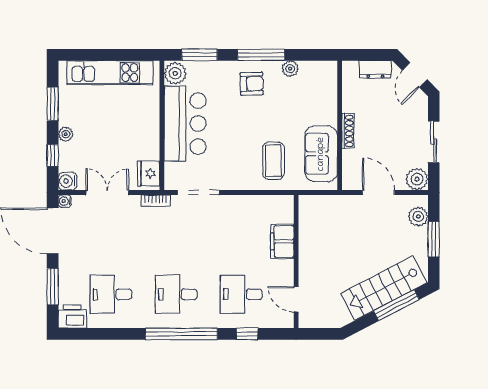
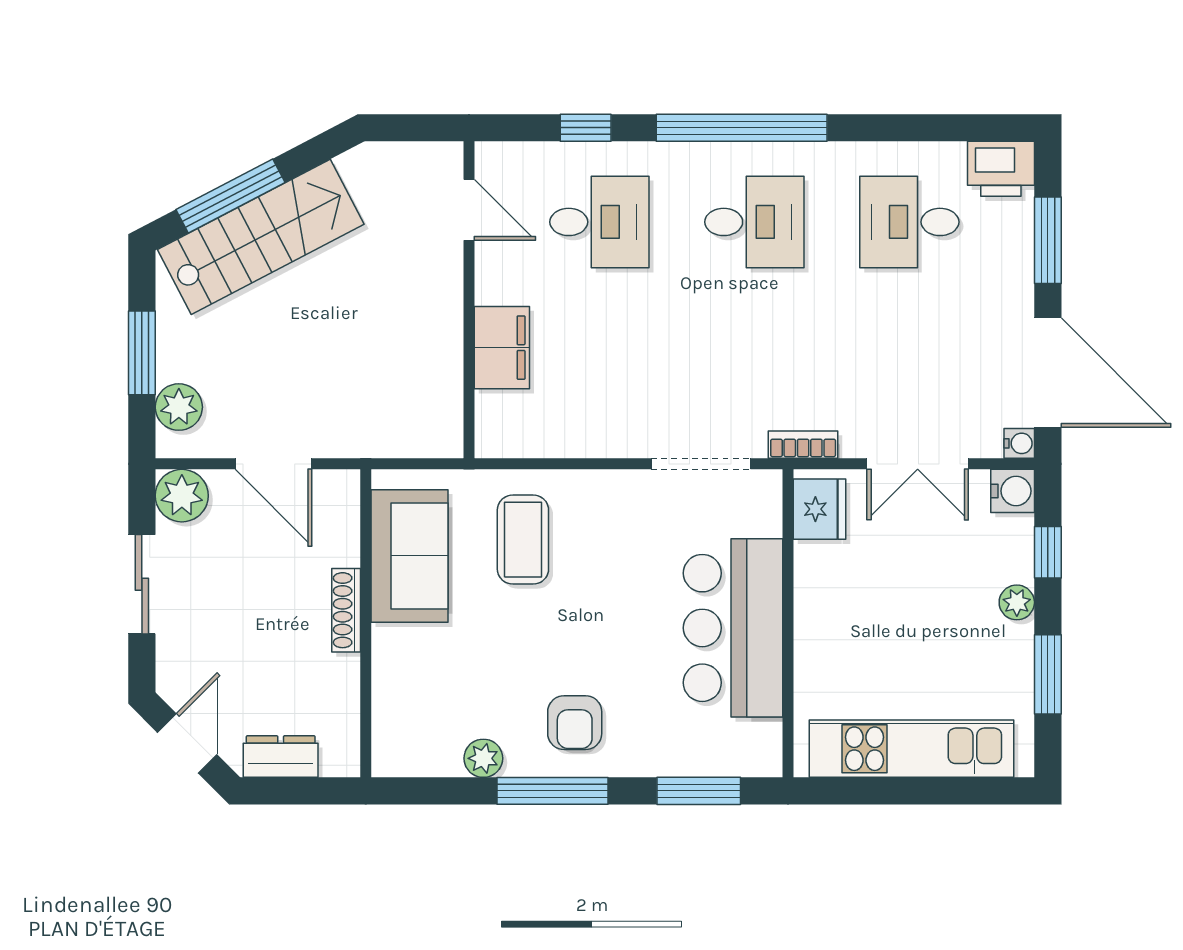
plant: (175, 73) -> (756, 747), removed
armchair: (252, 84) -> (575, 723), turned -88
desk: (111, 294) -> (909, 222), turned 180

